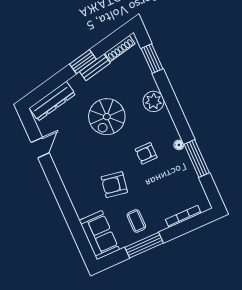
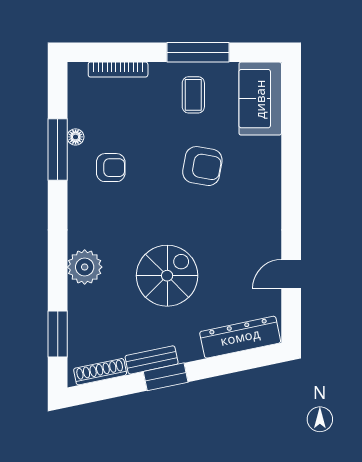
floor lamp: (179, 145) -> (76, 137), moved
armchair: (146, 153) -> (111, 168), moved

